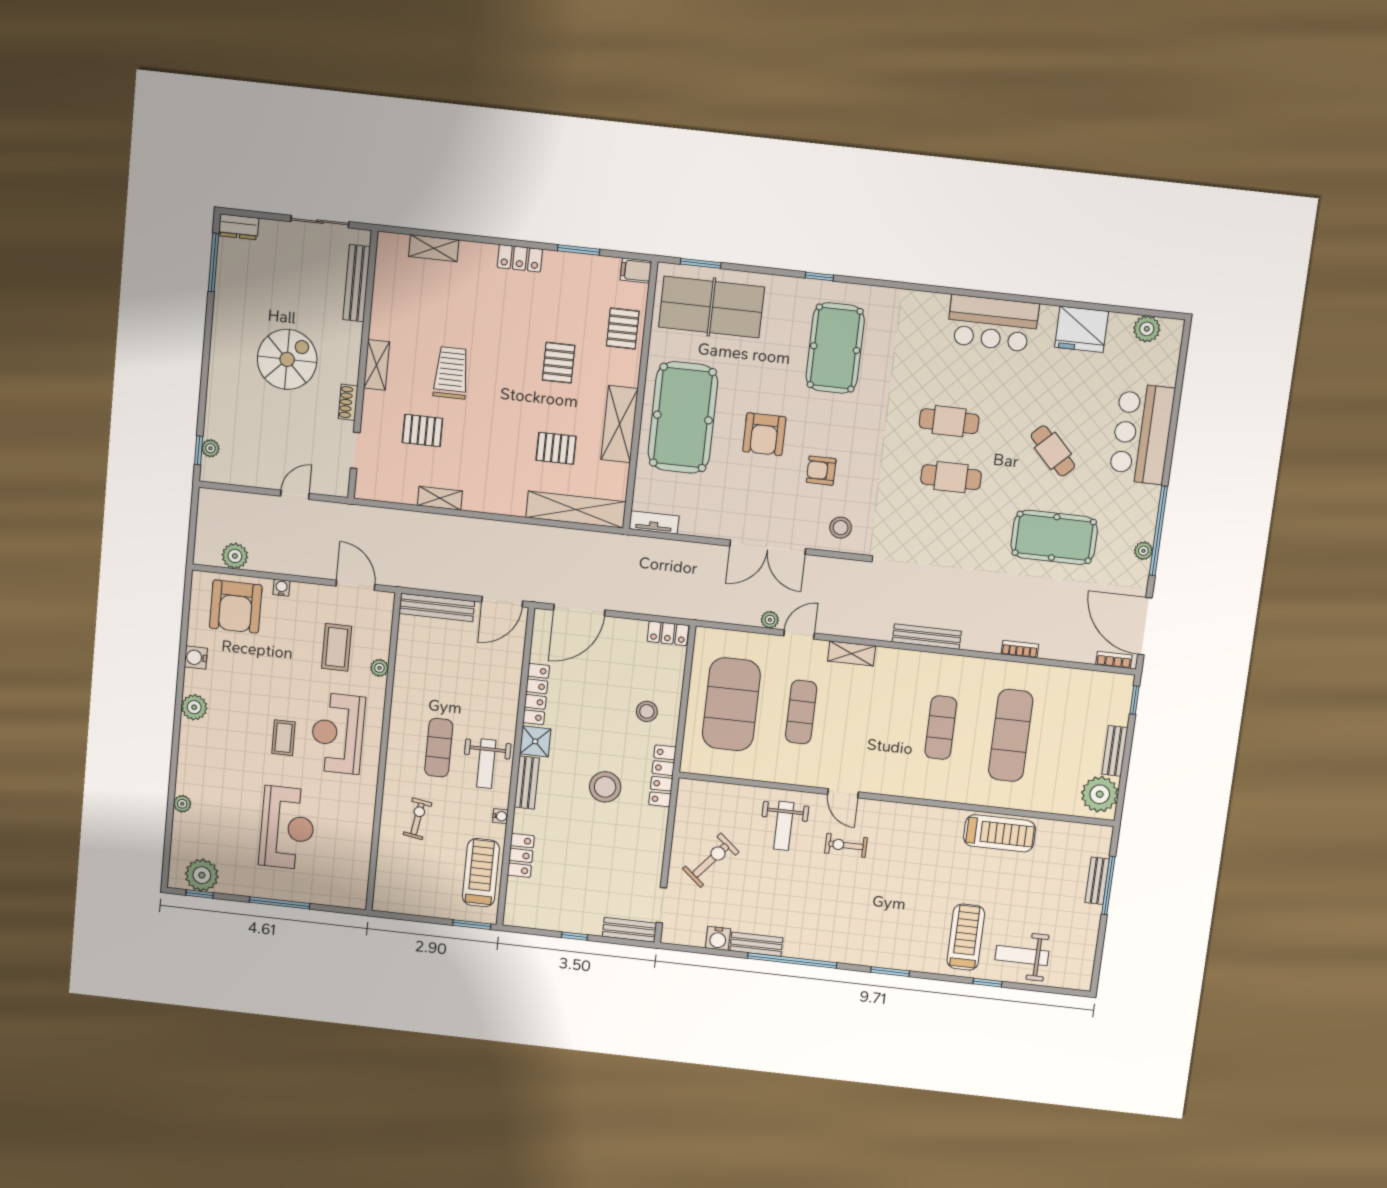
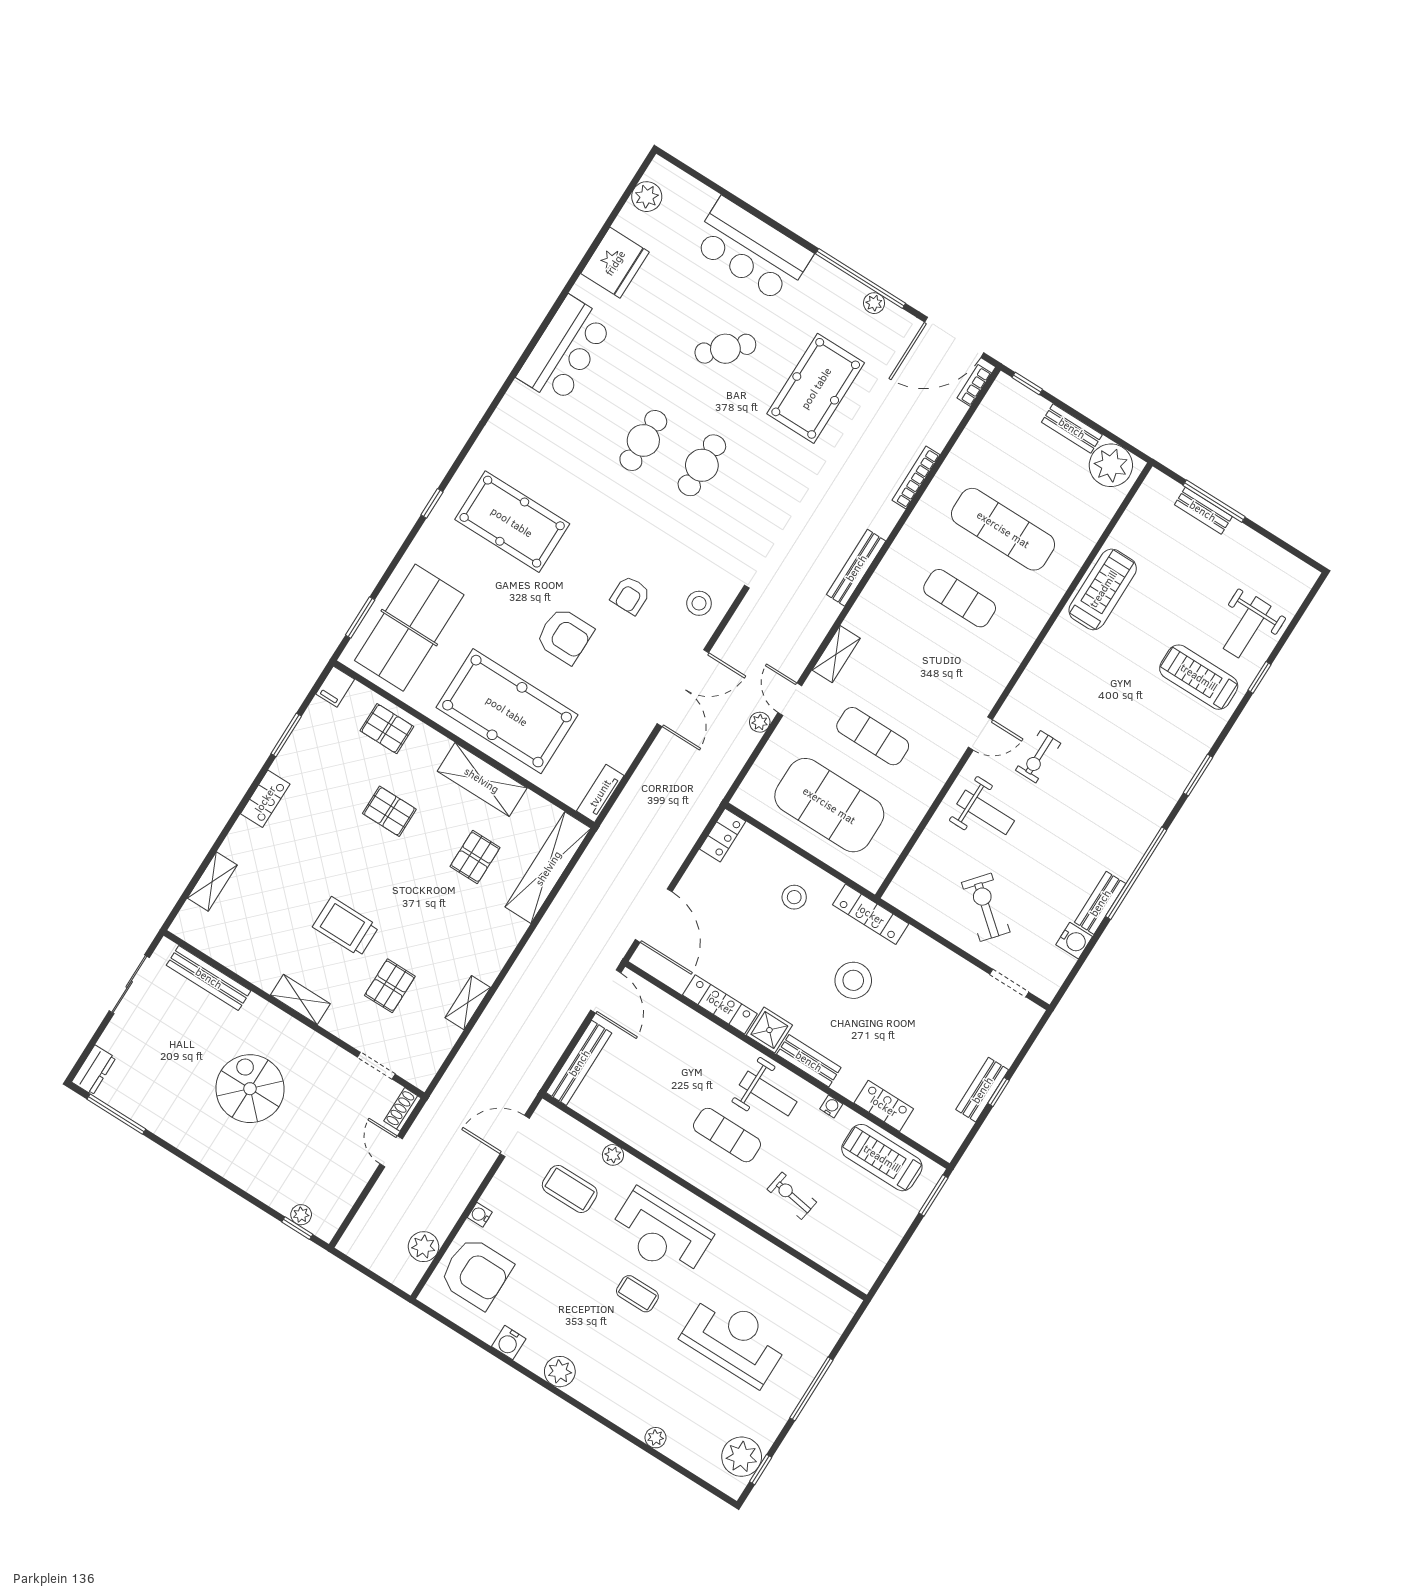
shoe rack: (348, 402) -> (402, 1109), moved, turned 90
bookcase: (1020, 649) -> (916, 477), width x1.56
bench: (629, 930) -> (982, 1090), moved

